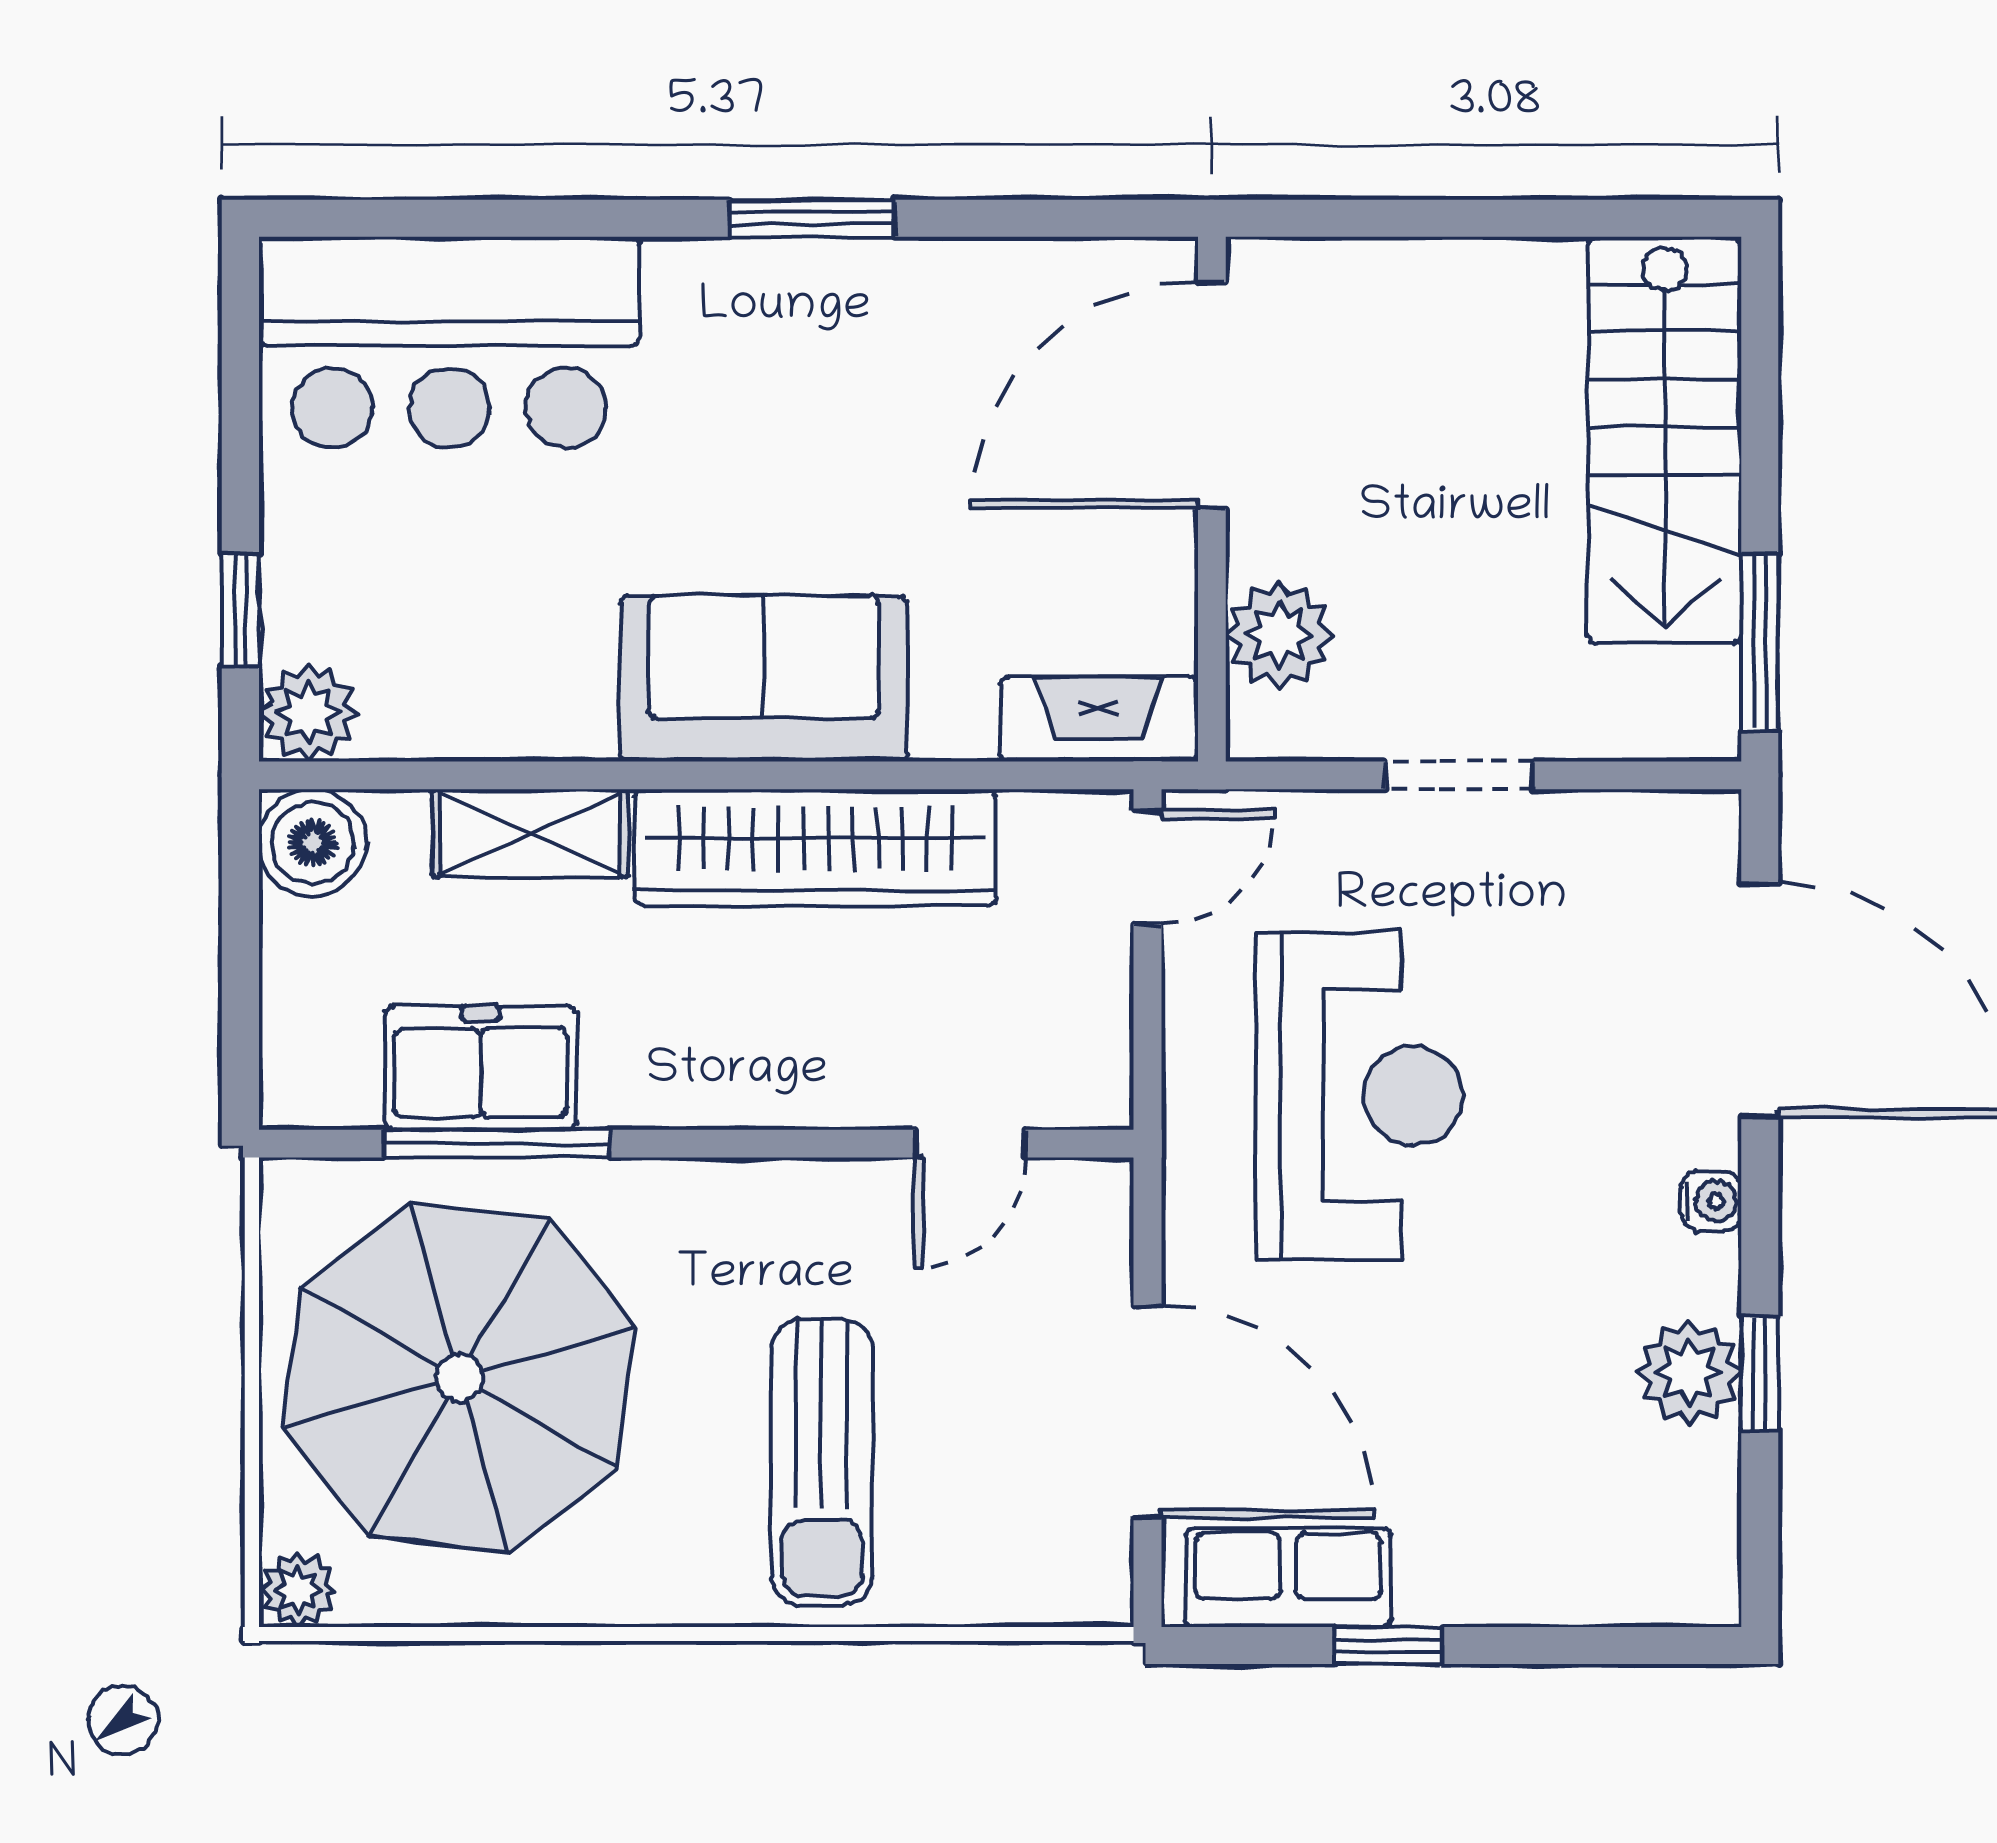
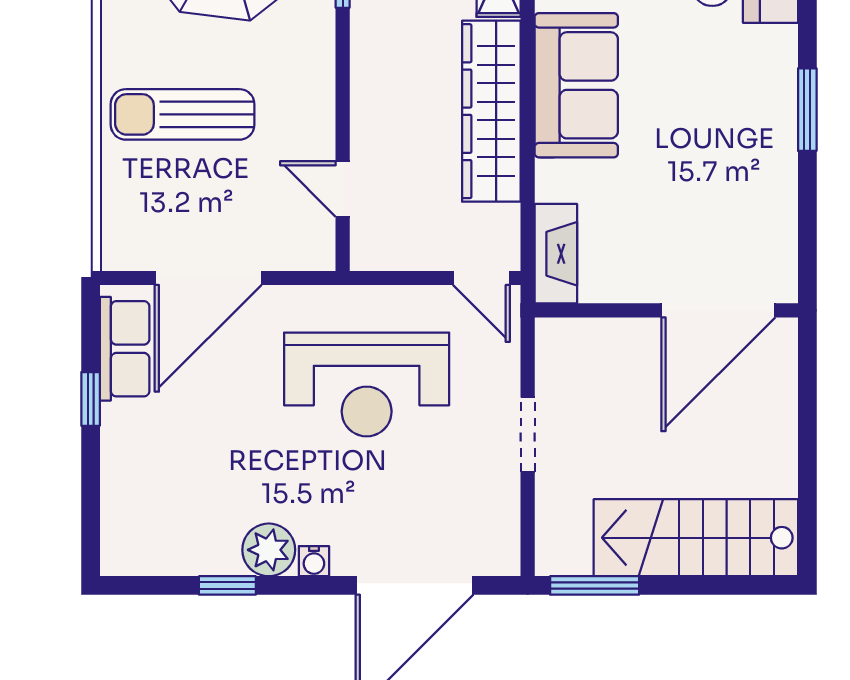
door: (1212, 395) -> (718, 310), swing flipped
plant: (1279, 635) -> (598, 344), removed
plant: (1689, 1372) -> (269, 550), moved

